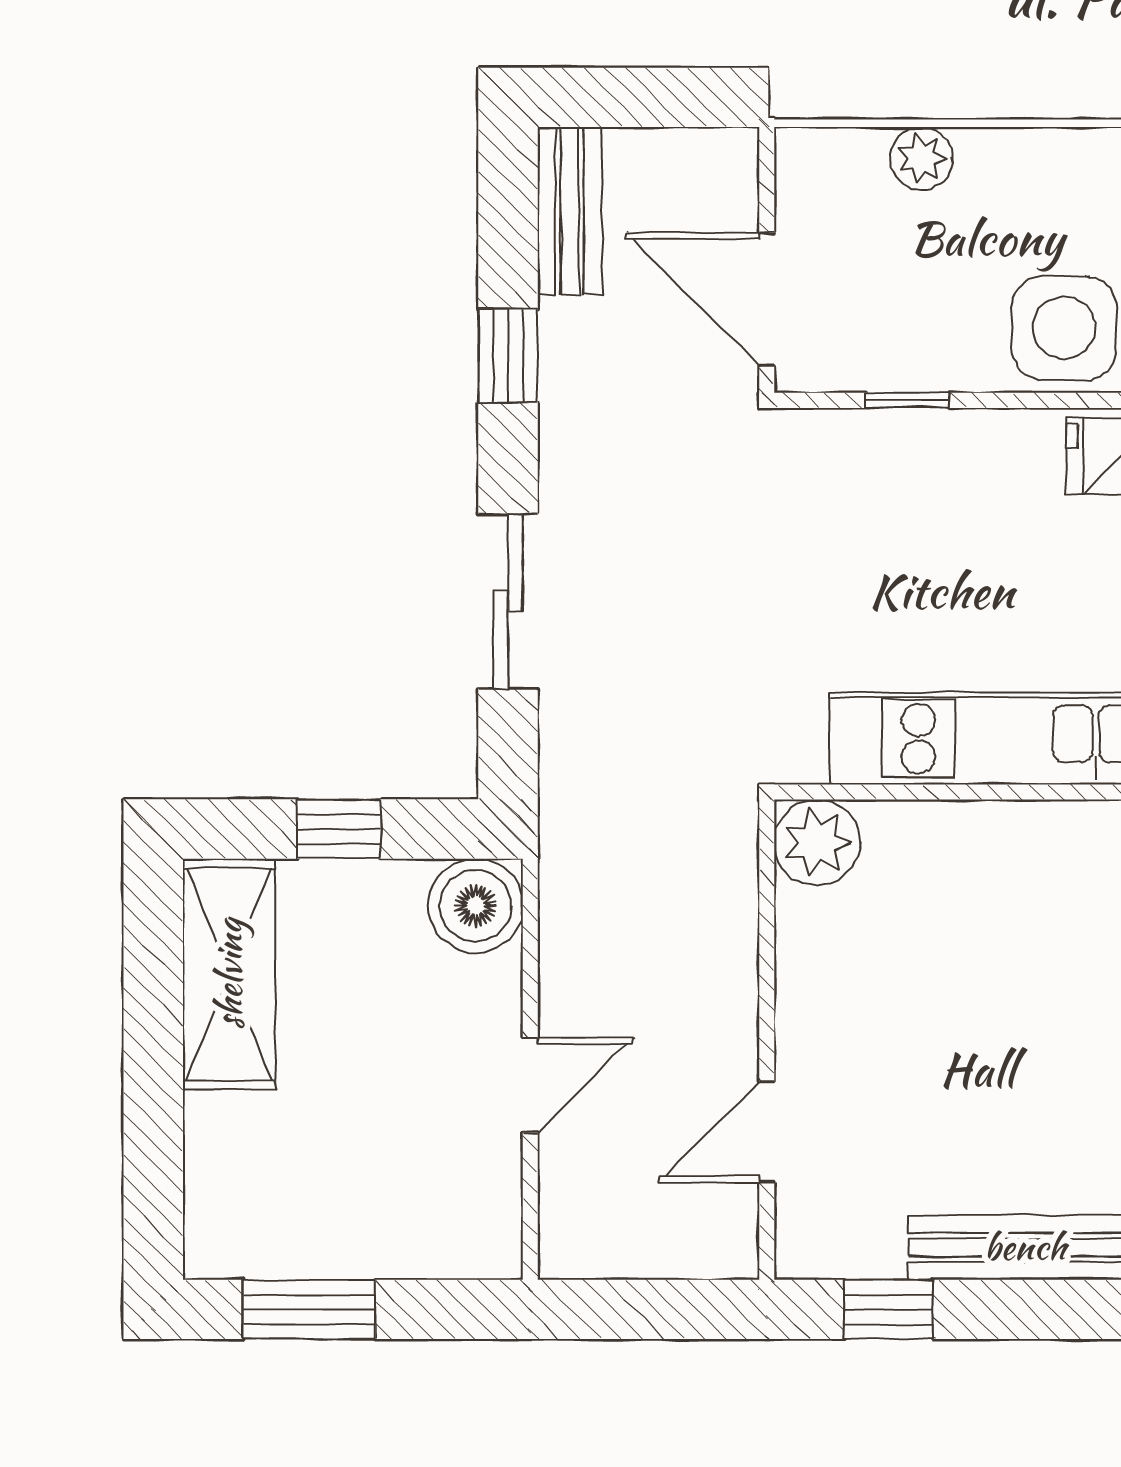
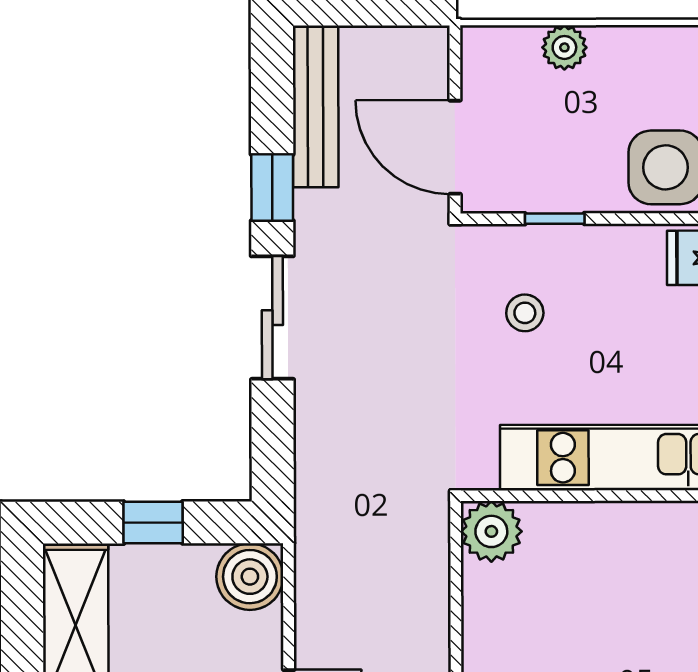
bench: (570, 211) -> (316, 107), width x1.36
stool: (865, 534) -> (525, 313), added
sliding door: (508, 601) -> (272, 318), moved

